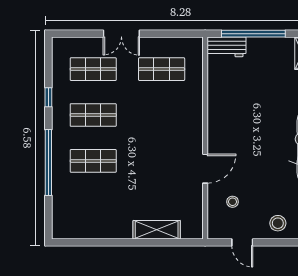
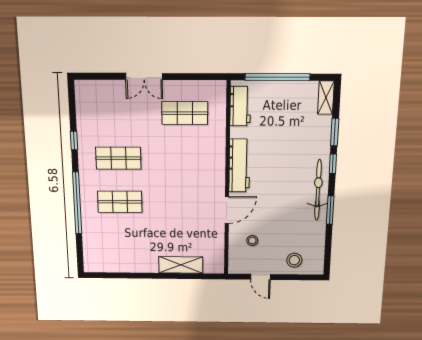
workbench: (227, 47) -> (240, 106), moved, turned -90
shop shelf: (93, 69) -> (117, 113), removed
workbench: (217, 122) -> (239, 166), added

